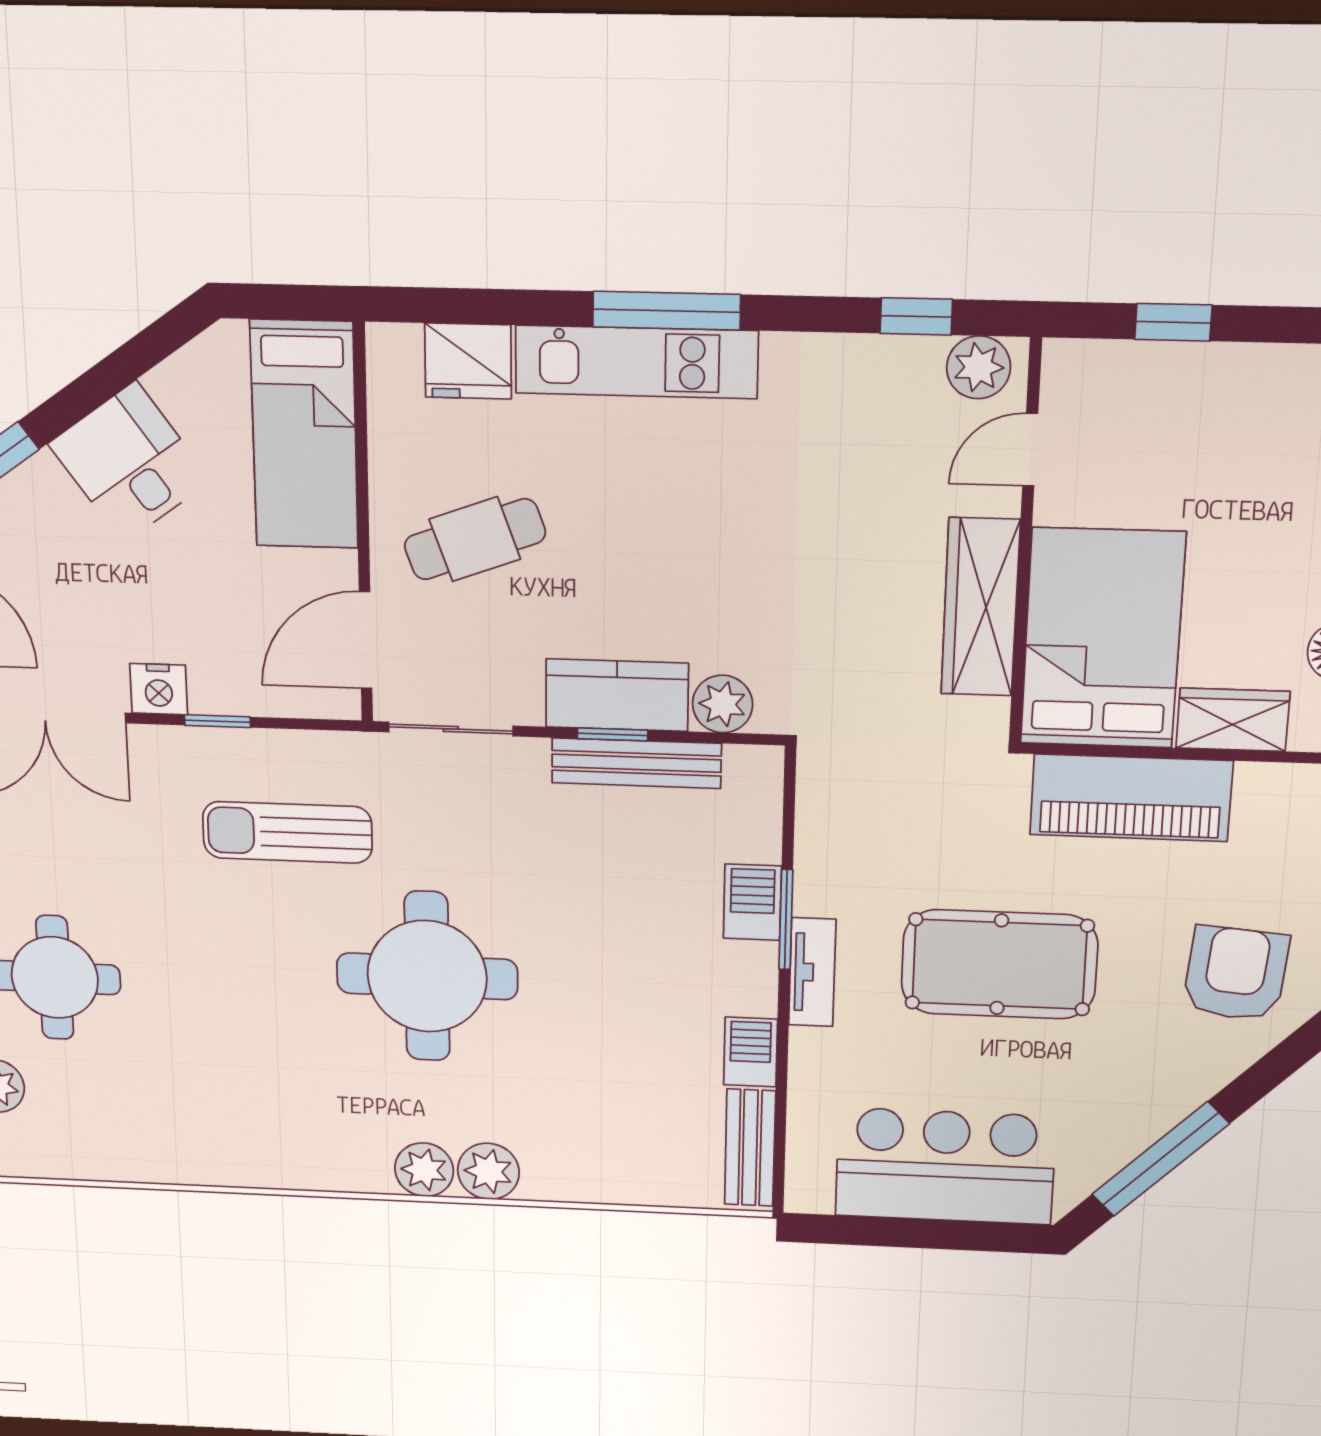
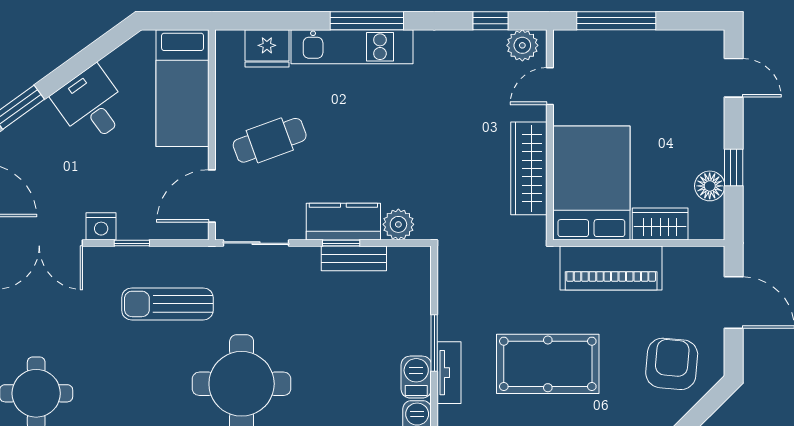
window: (1173, 322) -> (616, 21), width x2.17
bench: (636, 763) -> (354, 258), width x0.73
barbecue: (752, 902) -> (416, 377), moved

